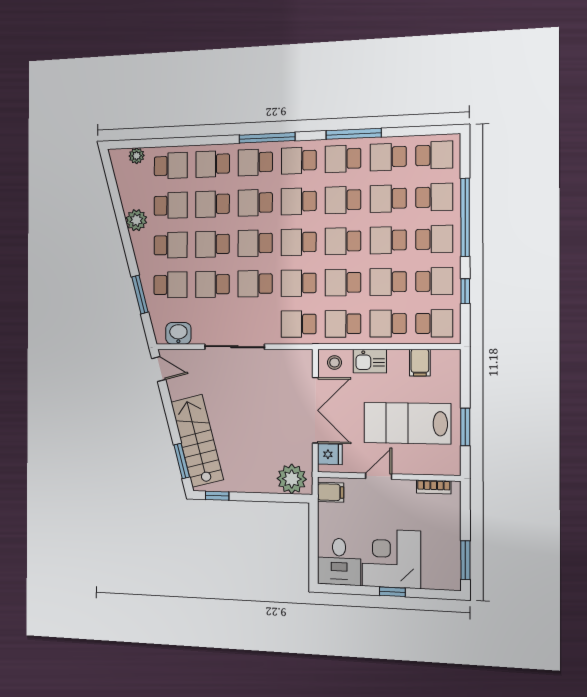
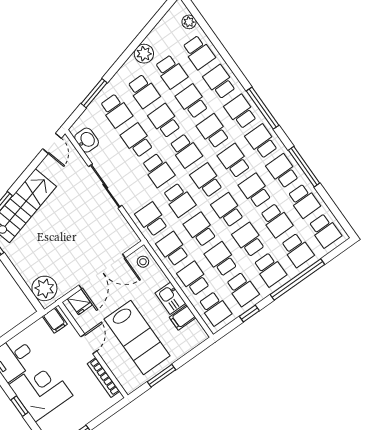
school desk: (388, 157) -> (304, 201), turned 180
school desk: (388, 199) -> (276, 220), turned 180
school desk: (255, 243) -> (186, 151), turned 180
school desk: (299, 283) -> (179, 200), turned 180
school desk: (255, 284) -> (158, 170), turned 180
kitchen sink: (370, 361) -> (170, 298), moved
lab bench: (407, 423) -> (137, 337), turned 180
door: (379, 476) -> (89, 344), hinge flipped
bookcase: (434, 487) -> (104, 377), width x1.56

